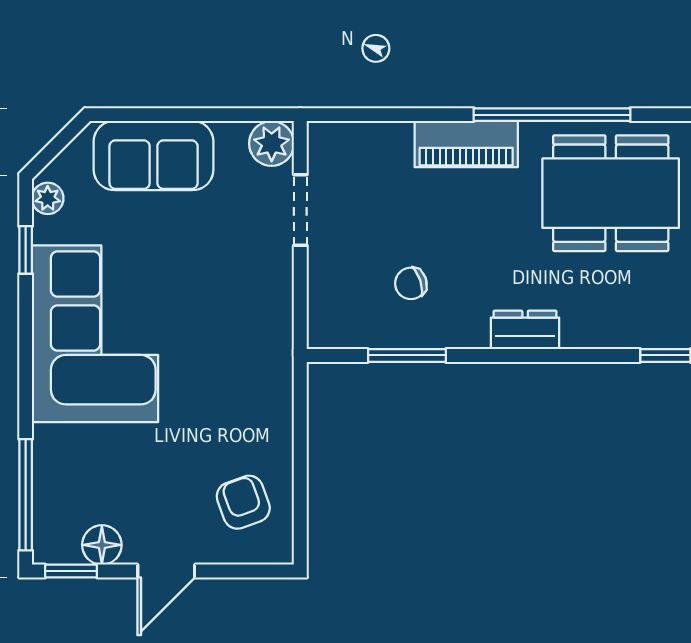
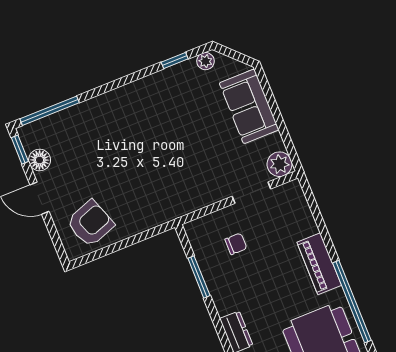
chair: (411, 283) -> (236, 244), moved, turned 108
corner sofa: (95, 334) -> (146, 113), removed
armchair: (243, 502) -> (90, 223), width x1.38, depth x1.38

